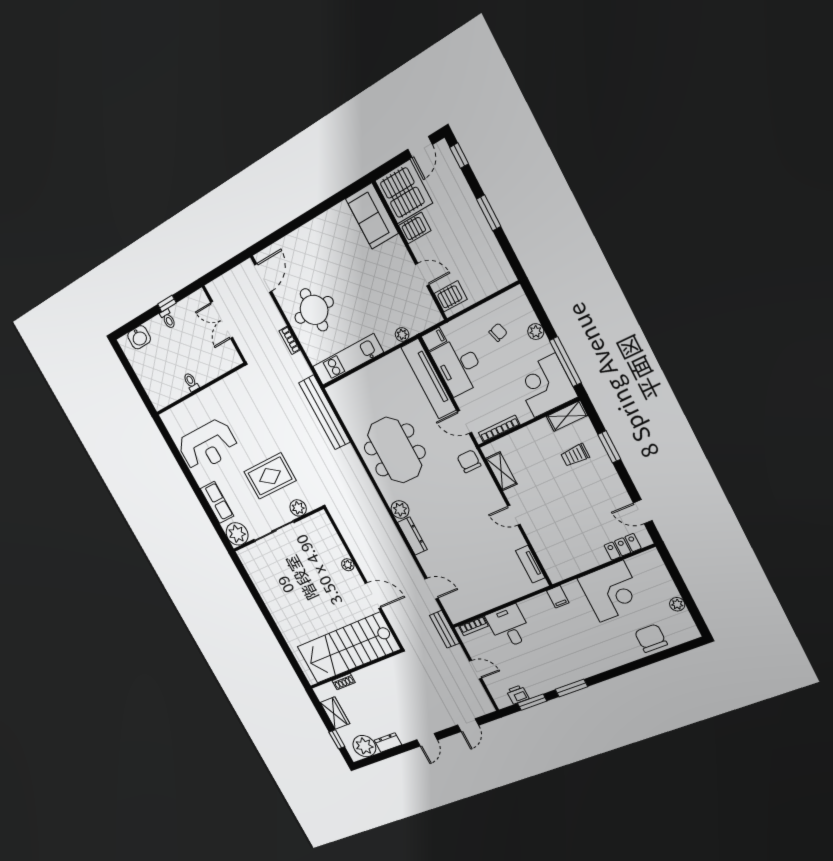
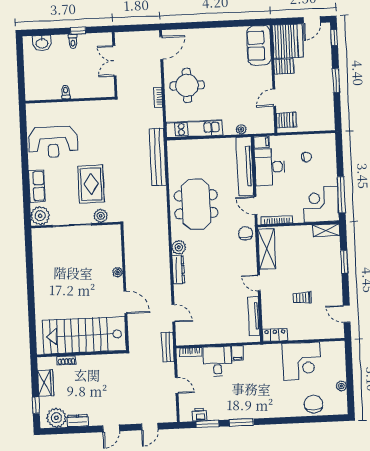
door: (422, 275) -> (274, 98), swing flipped
plant: (536, 332) -> (331, 167), removed
trolley: (575, 455) -> (302, 298), moved
shelving: (501, 471) -> (267, 249), width x1.50, depth x1.33
rug: (270, 476) -> (91, 184), turned 90
locker: (623, 547) -> (275, 335), moved
tv unit: (530, 564) -> (254, 316), width x1.41
filing cabinet: (558, 597) -> (237, 353), moved

